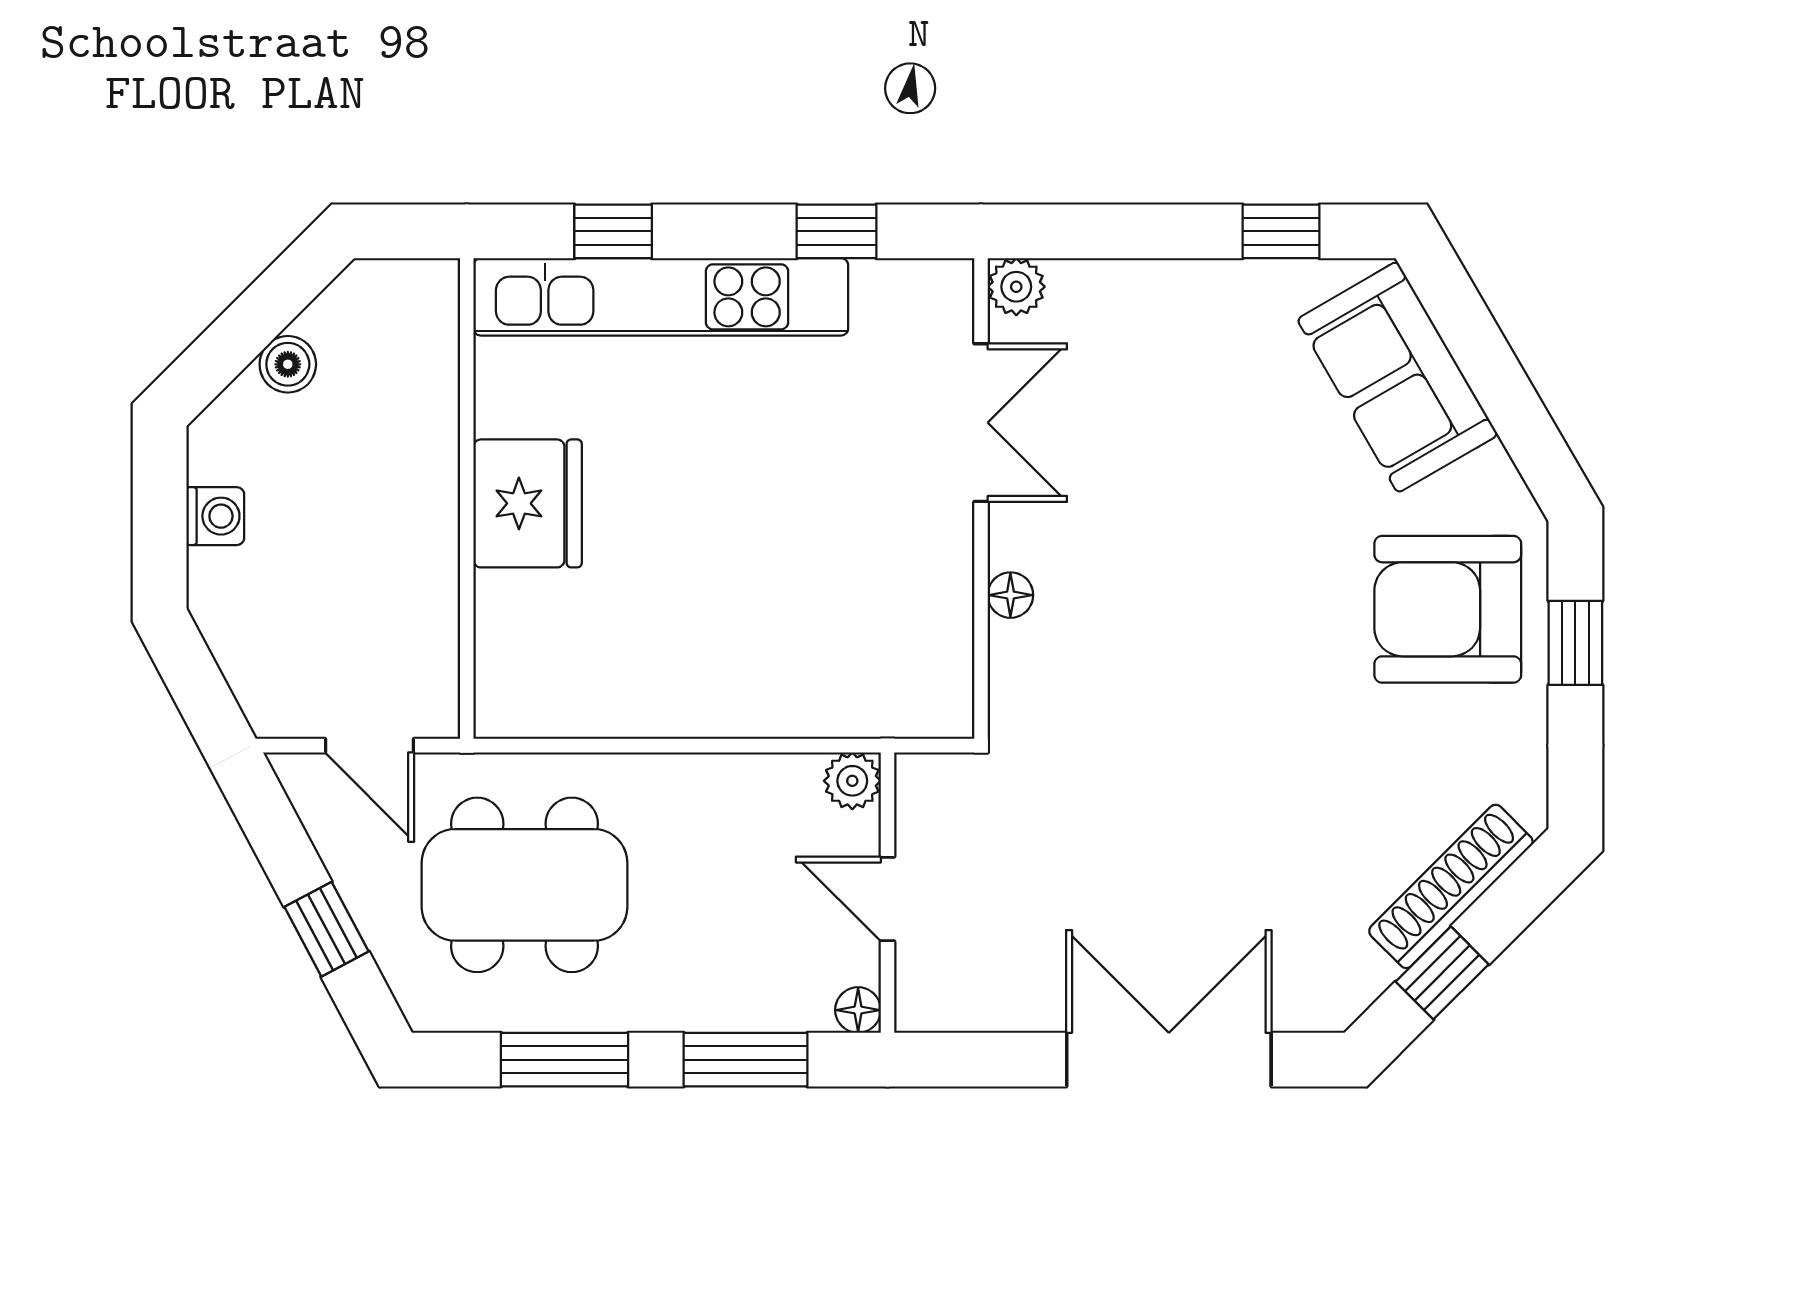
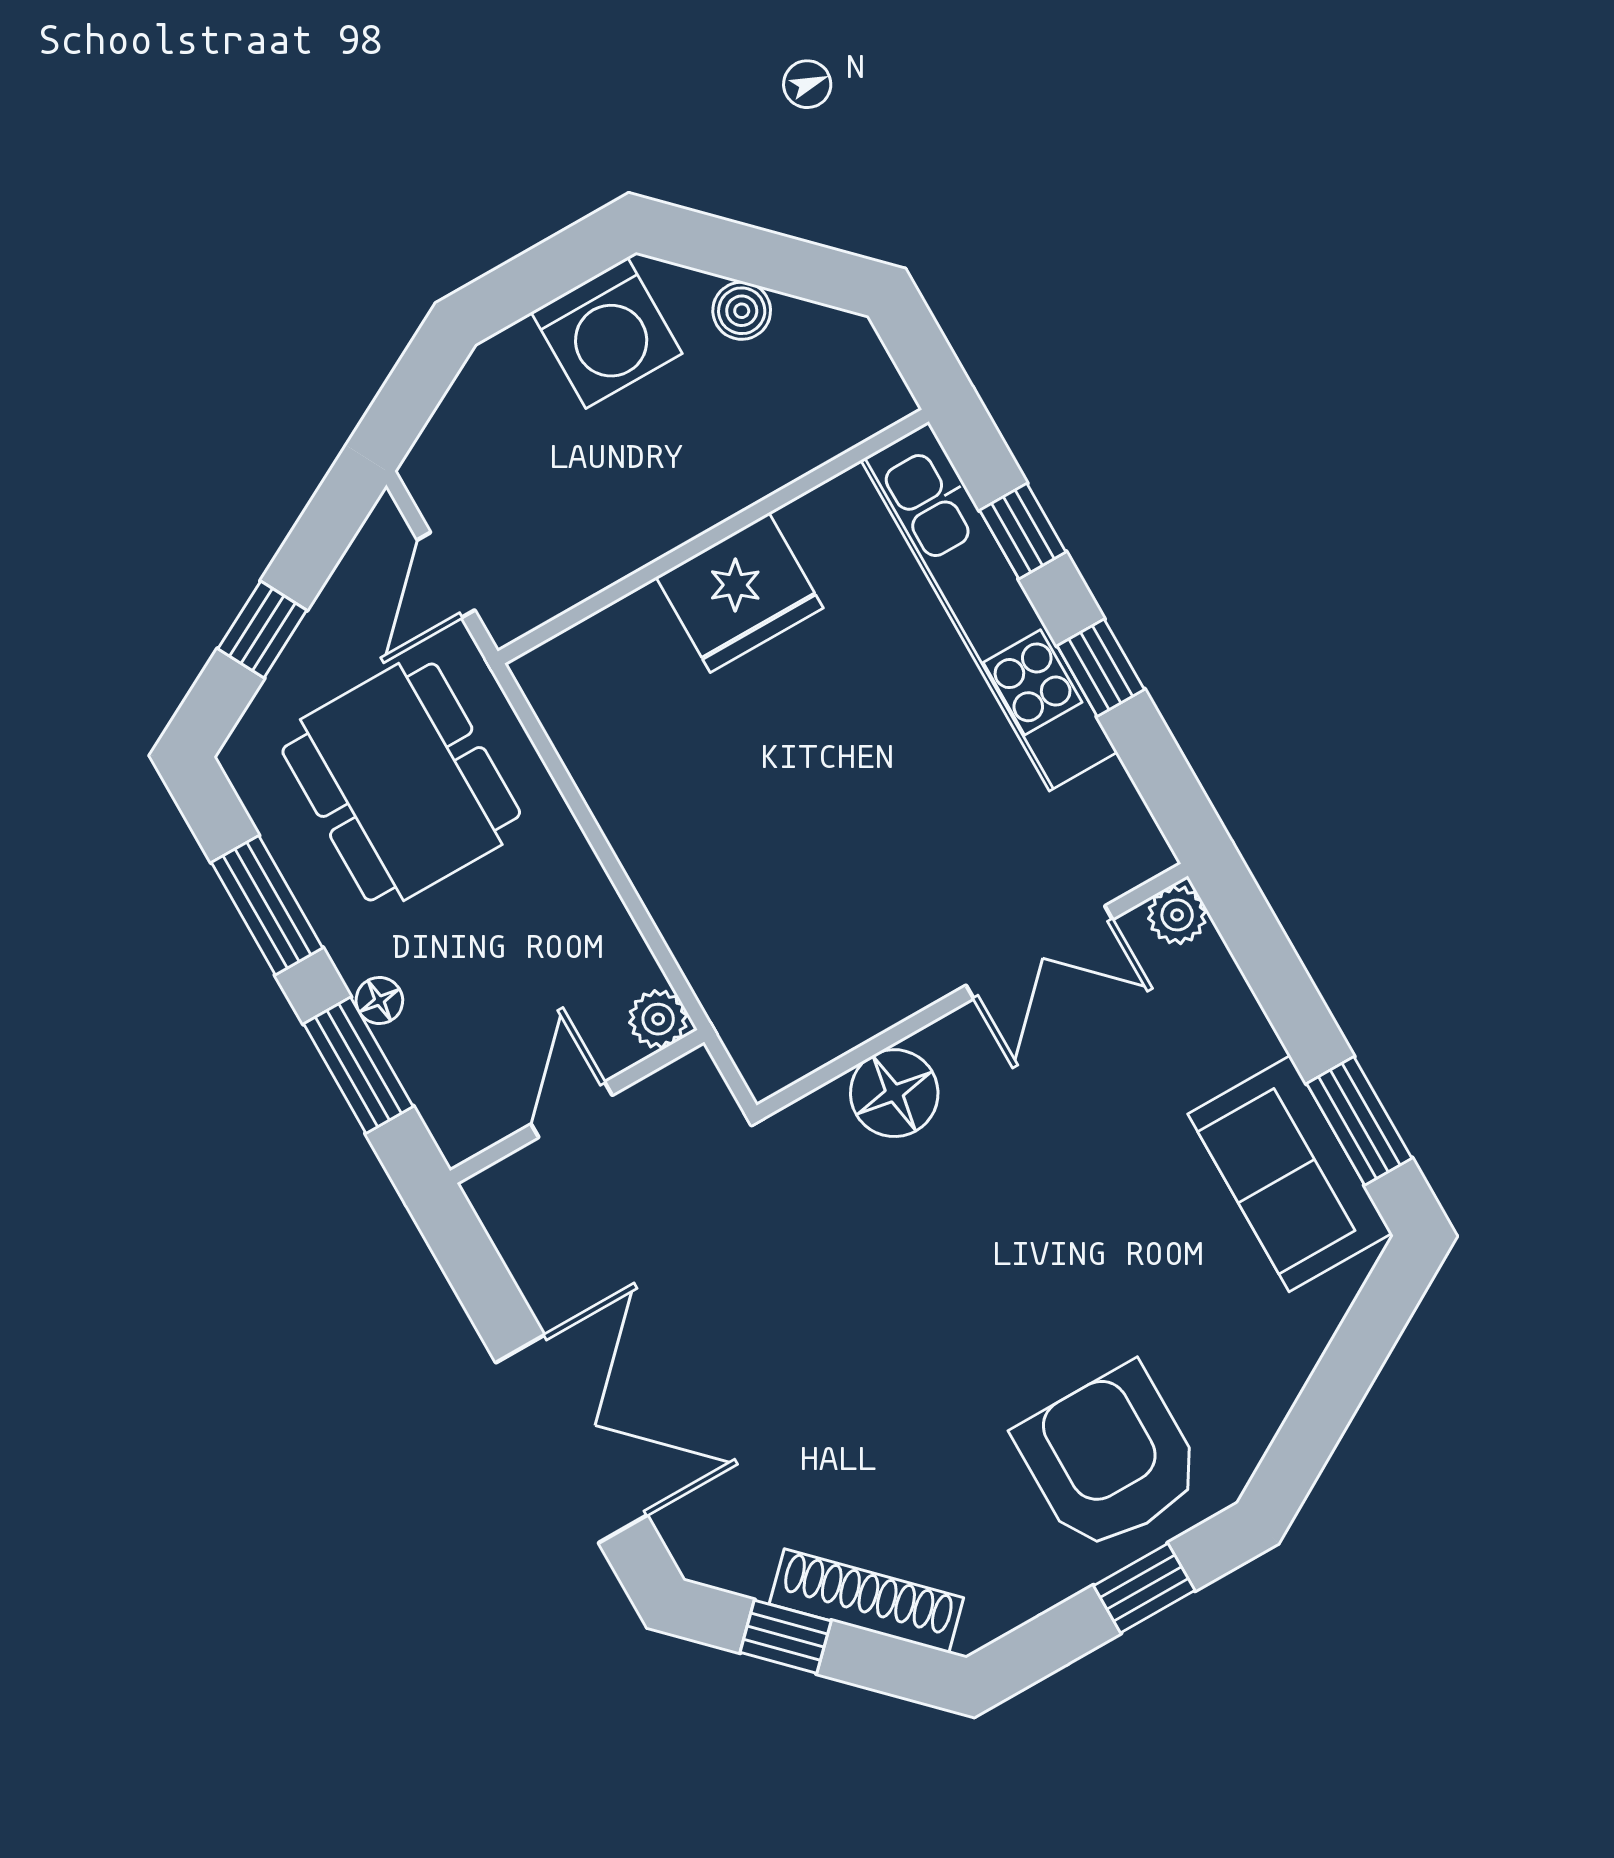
window: (837, 231) -> (1101, 668), moved
window: (1281, 231) -> (1359, 1121), width x1.50
sofa: (1397, 377) -> (1290, 1174), moved, turned -60
washing machine: (215, 516) -> (607, 333), width x1.89, depth x1.89
floor lamp: (1010, 595) -> (894, 1093), width x1.89, depth x1.89
floor lamp: (858, 1010) -> (379, 1001), moved

